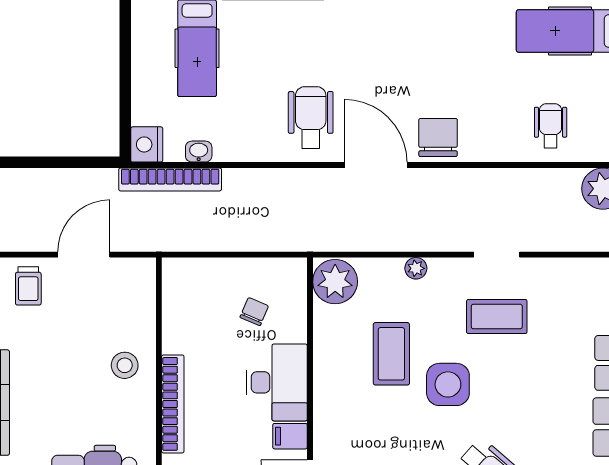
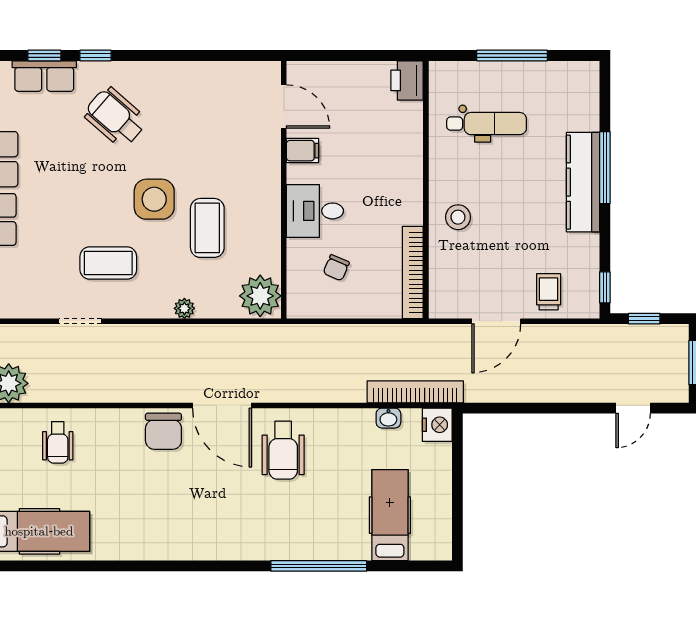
doorway: (497, 255) -> (80, 321), moved
desk: (277, 382) -> (315, 211), width x0.73
bookcase: (173, 404) -> (413, 272), moved

